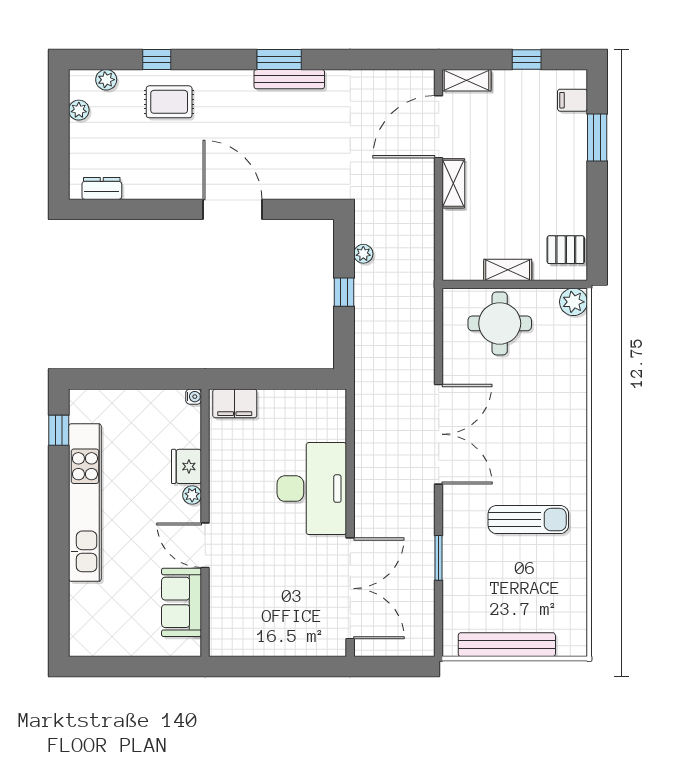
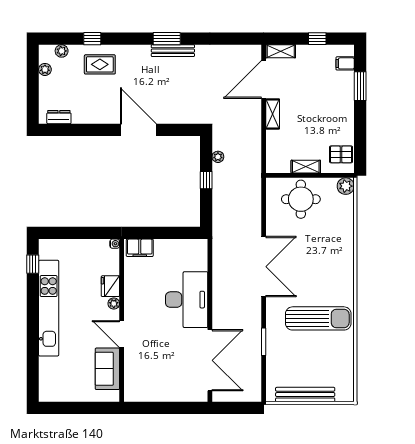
sun lounger: (528, 520) -> (318, 318), width x1.36, depth x1.34

